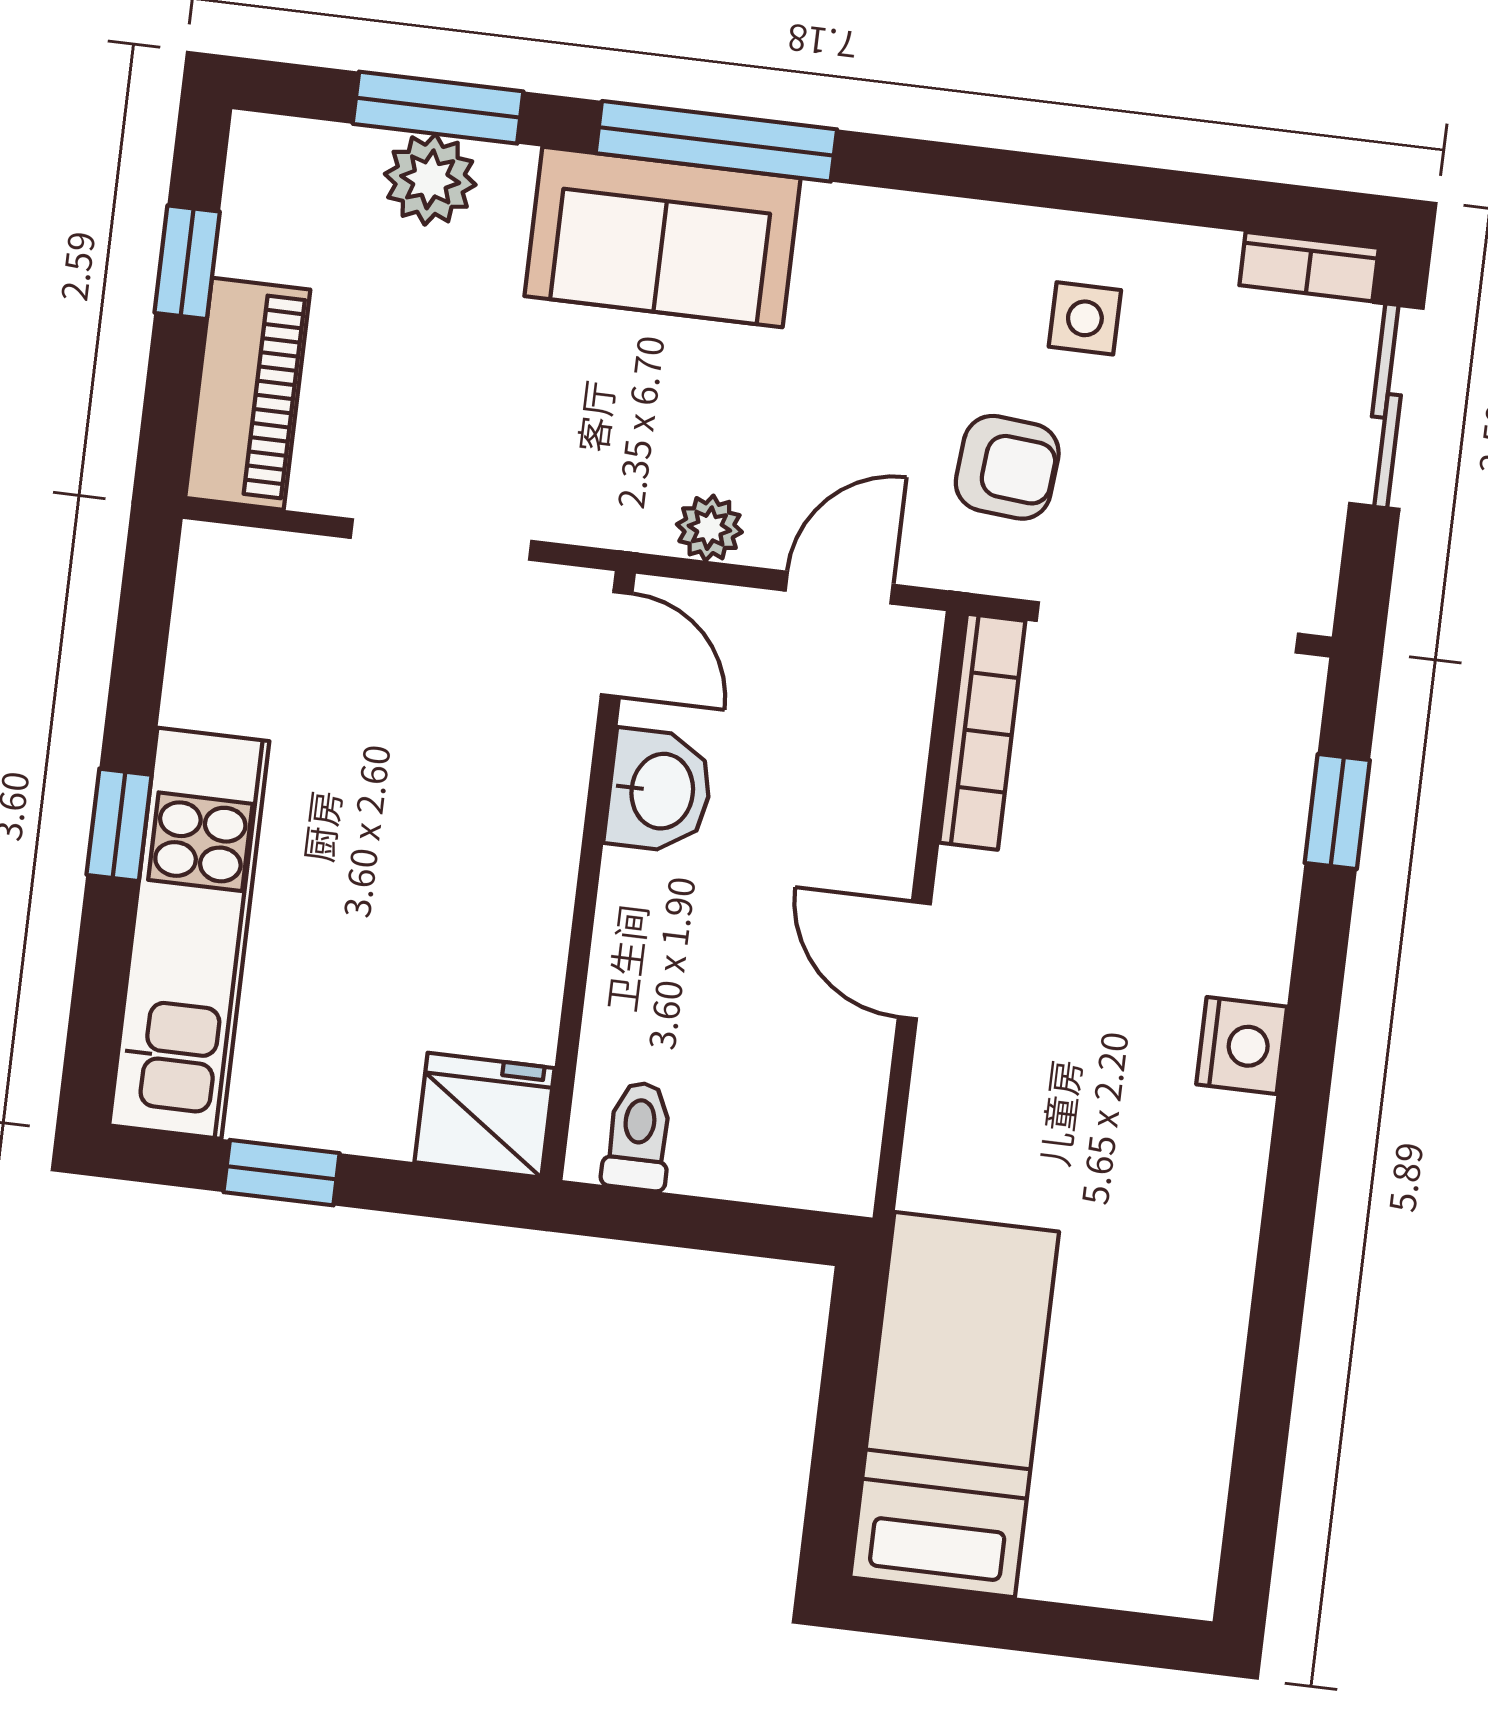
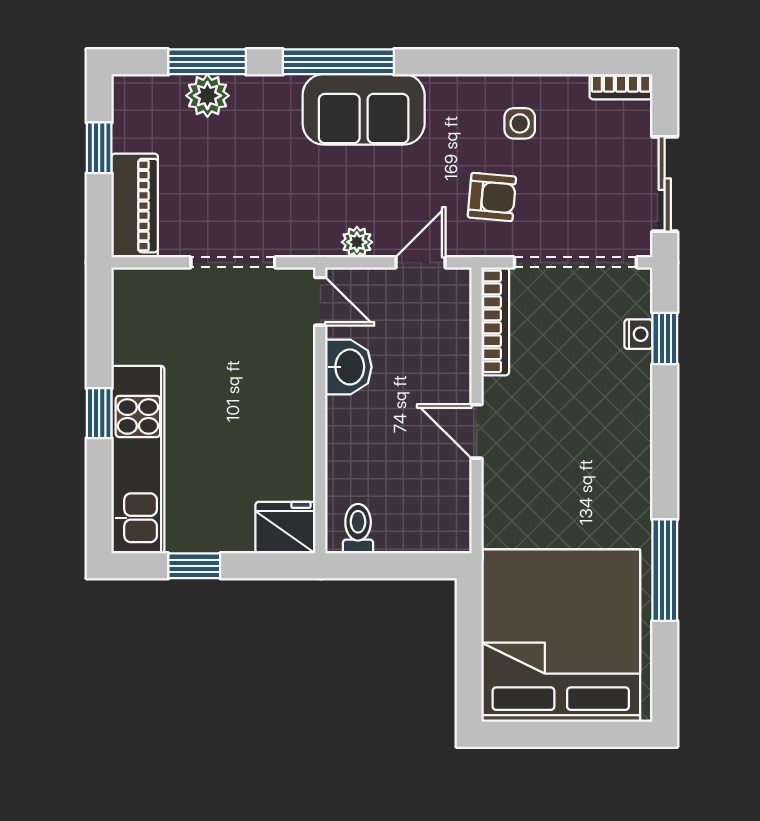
sofa: (662, 237) -> (364, 109), moved
sliding door: (1386, 406) -> (665, 184), moved
nightstand: (1242, 1045) -> (638, 334), moved, width x0.72, depth x0.74
window: (1278, 1303) -> (665, 570), added
bed: (955, 1405) -> (561, 636), width x2.04

